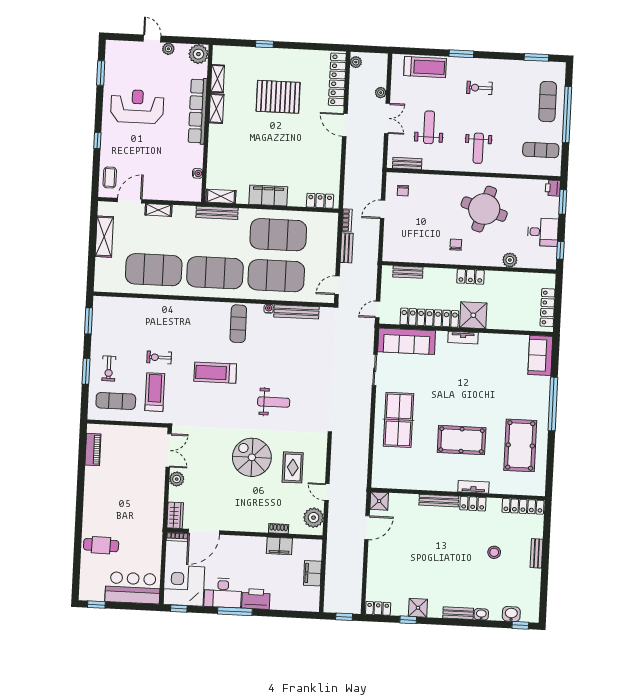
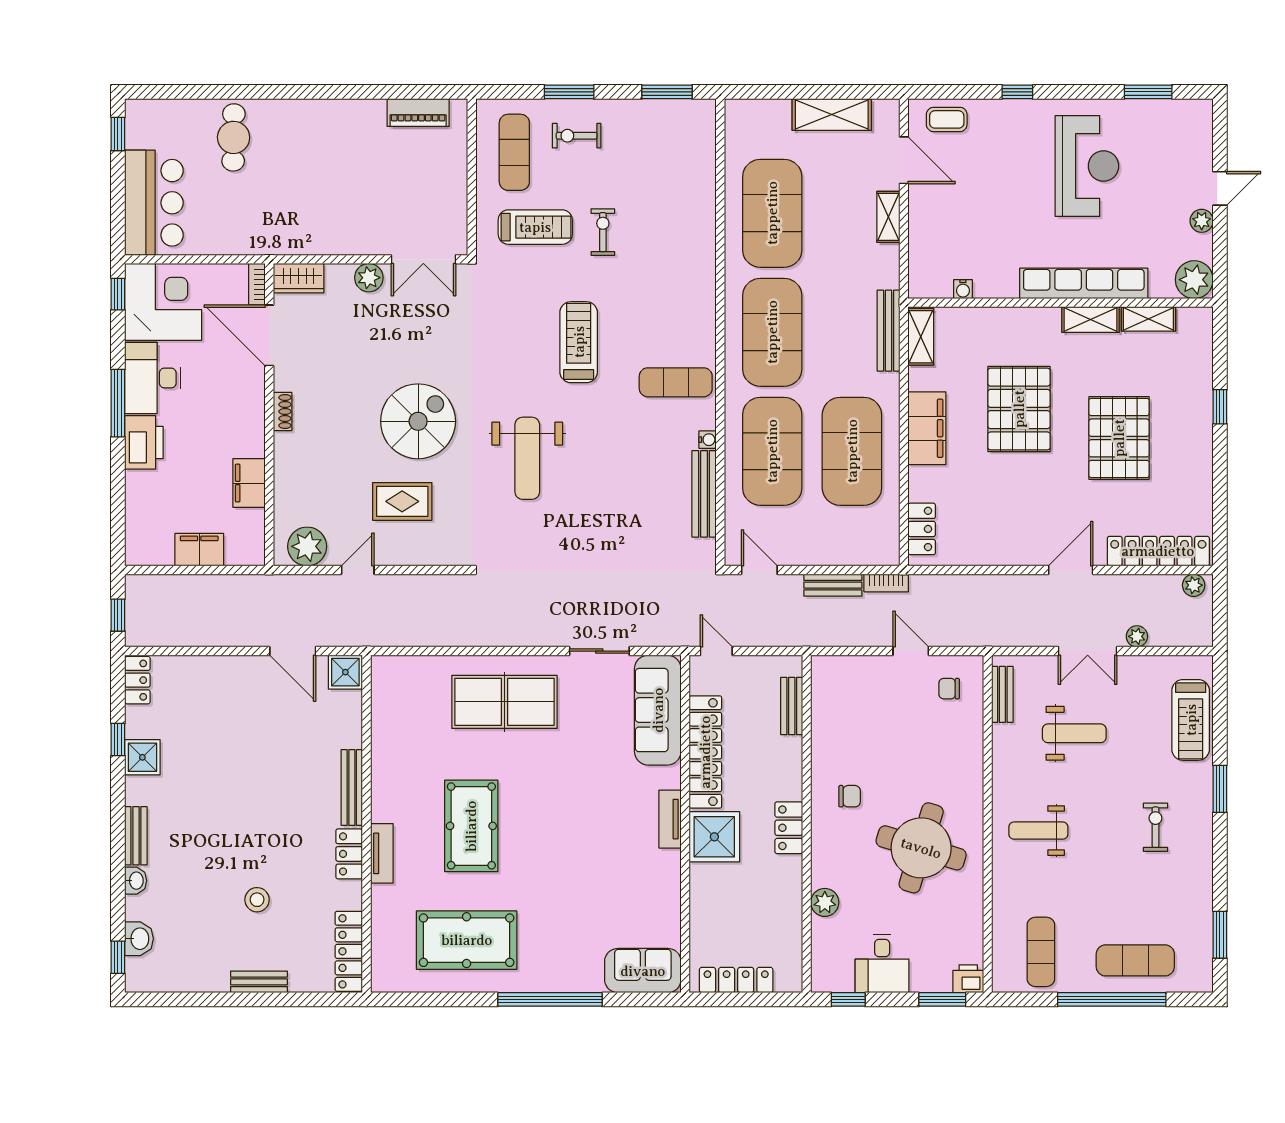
pallet: (261, 148) -> (1019, 409), added
weight bench: (274, 402) -> (527, 458), width x1.36, depth x1.33
shoe rack: (279, 529) -> (283, 411), moved

